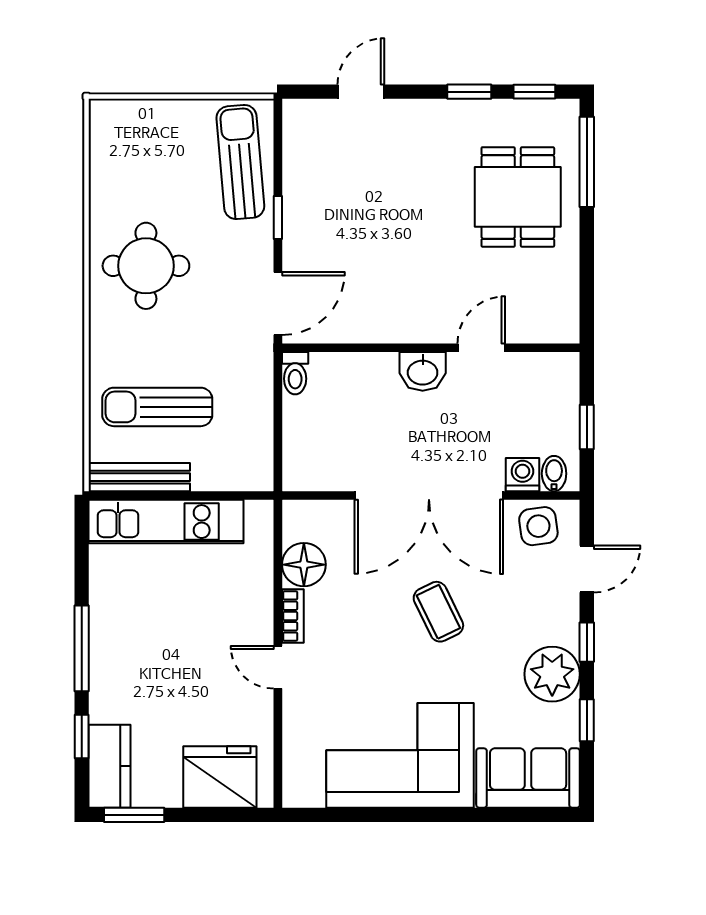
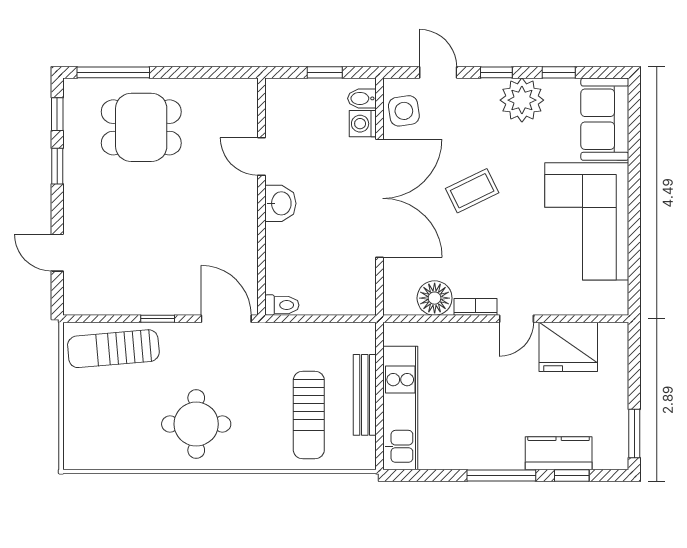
bench: (139, 477) -> (365, 395), moved
kitchen counter: (109, 766) -> (559, 453), moved
fridge: (220, 777) -> (568, 347), moved, turned -90

